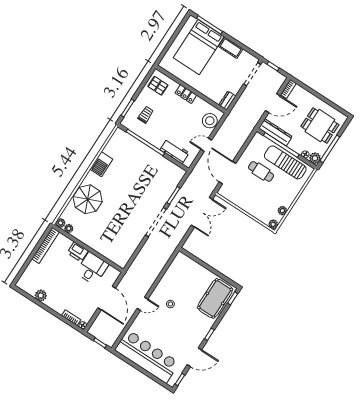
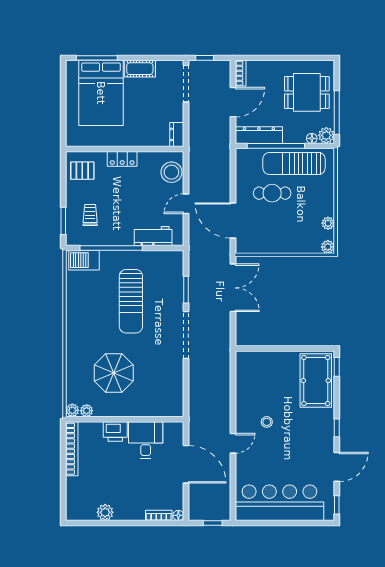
barbecue: (101, 164) -> (84, 260), moved, turned 90
sun lounger: (137, 181) -> (131, 301), added
parasol: (88, 199) -> (114, 373), moved

